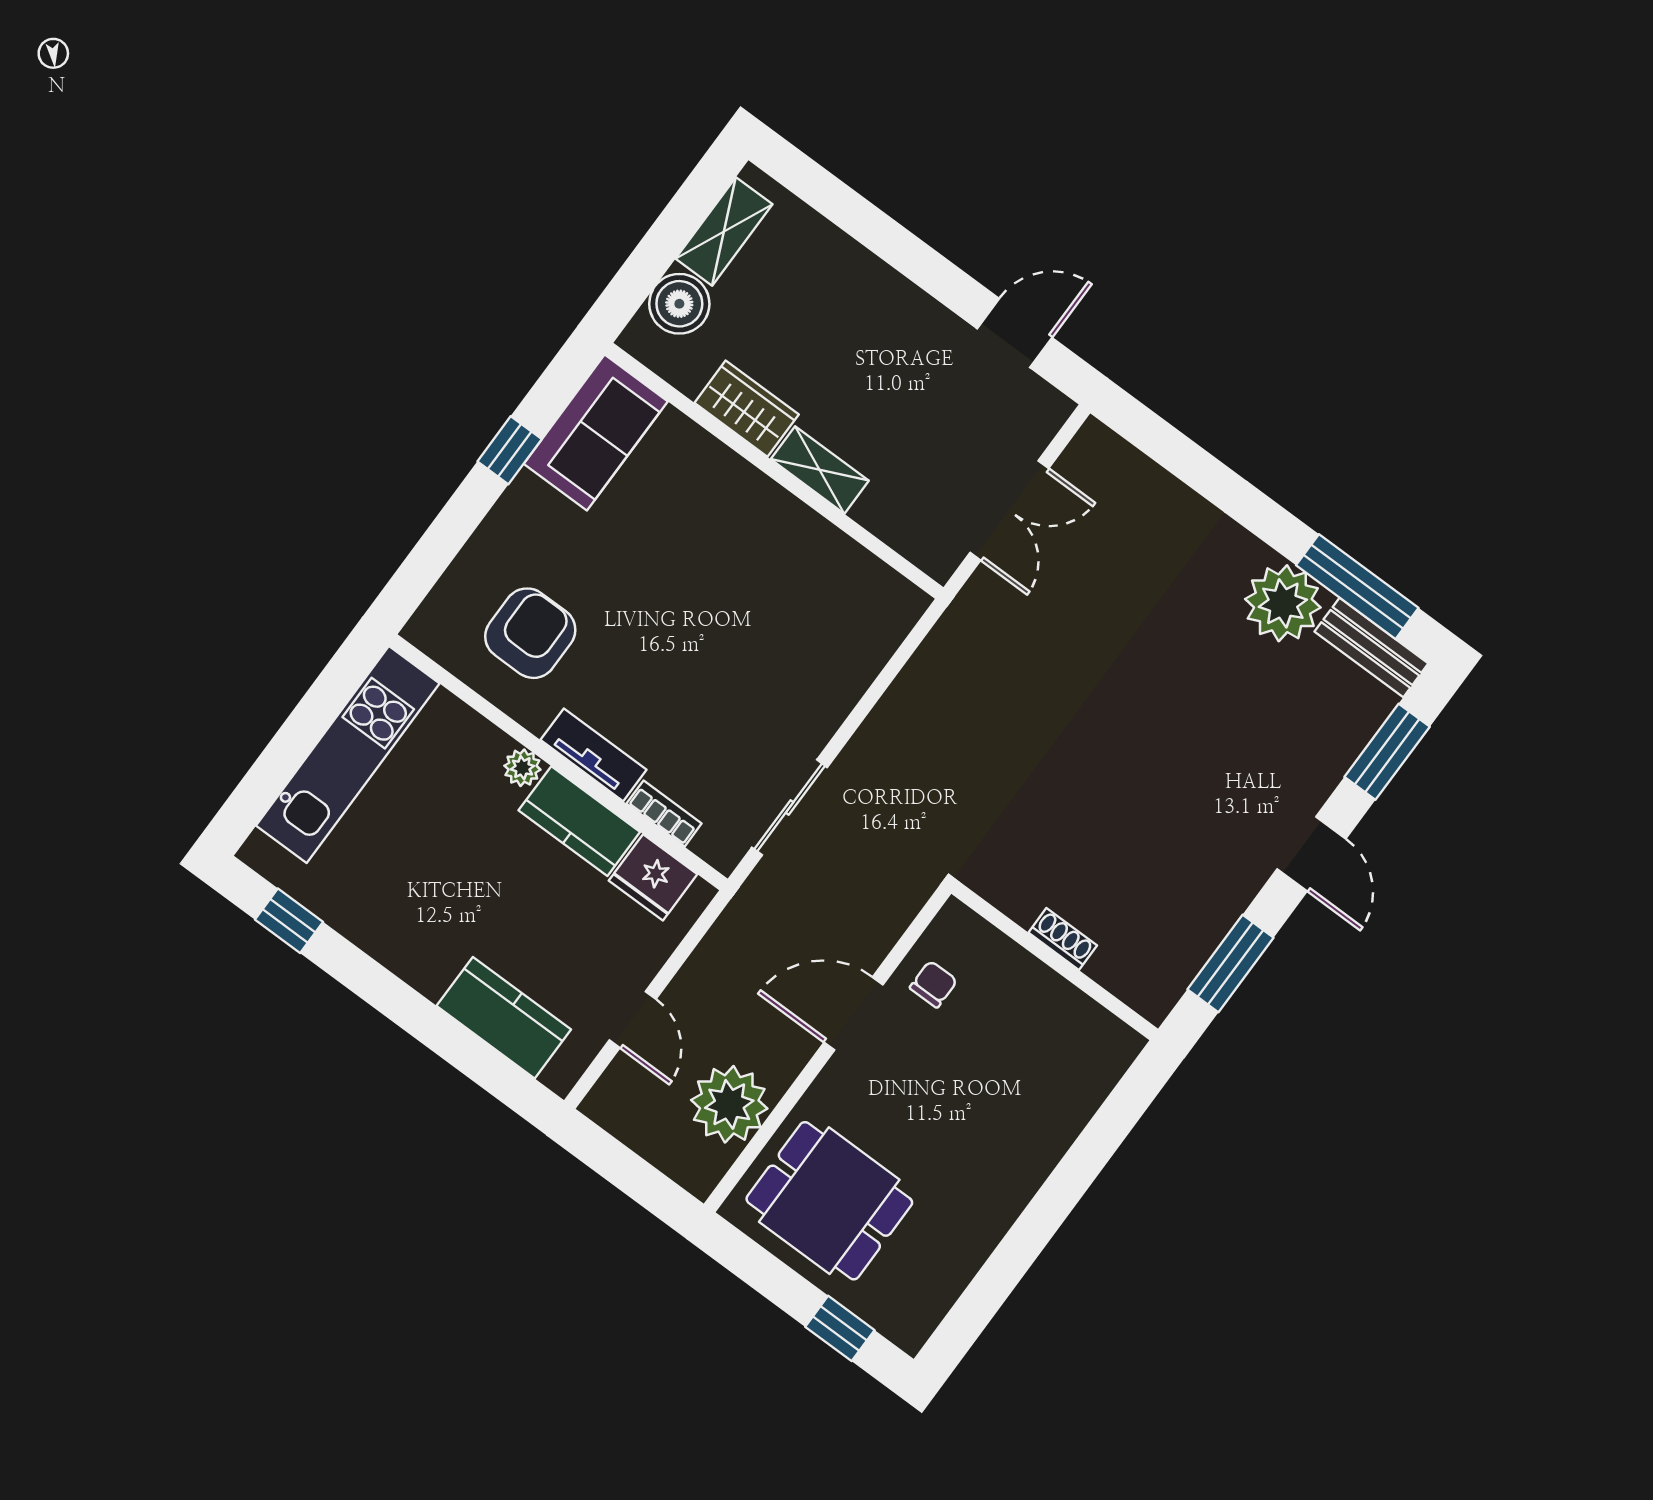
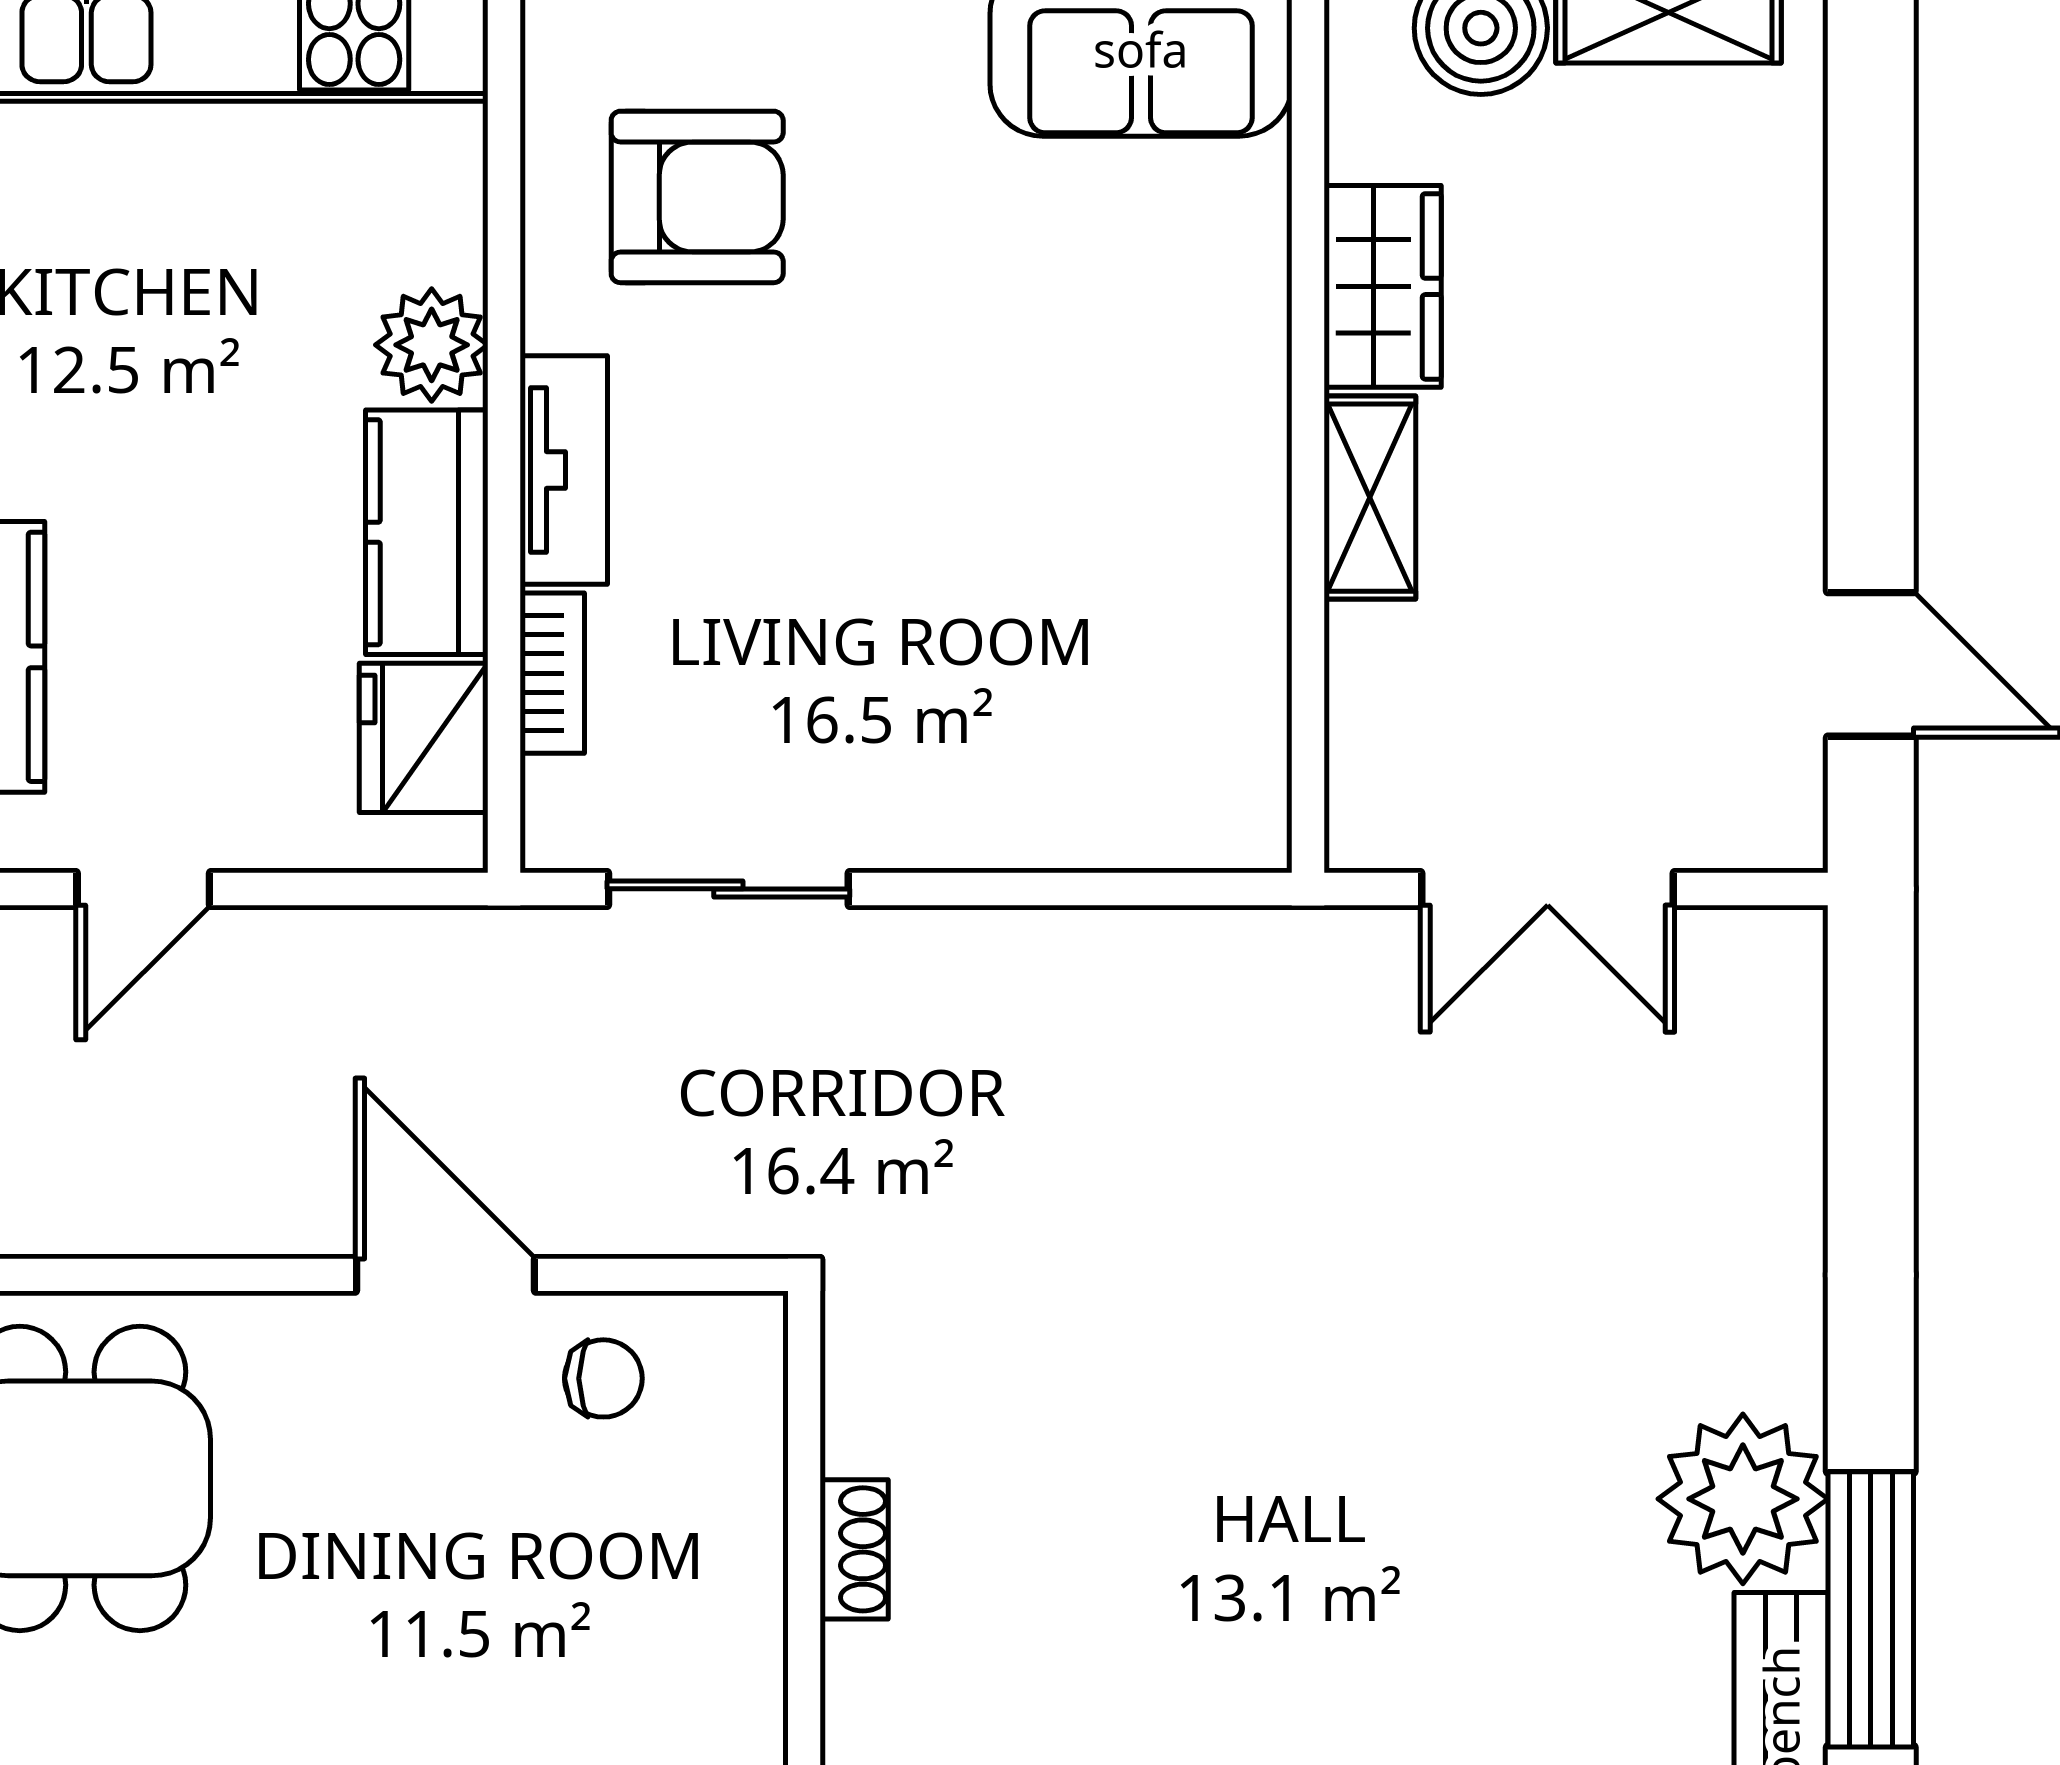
plant: (522, 768) -> (432, 345), width x1.38, depth x1.38
plant: (729, 1104) -> (120, 1173), removed

